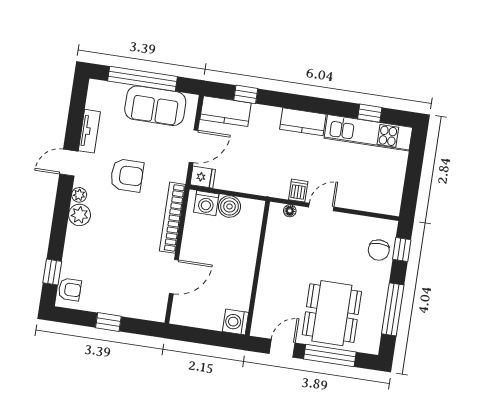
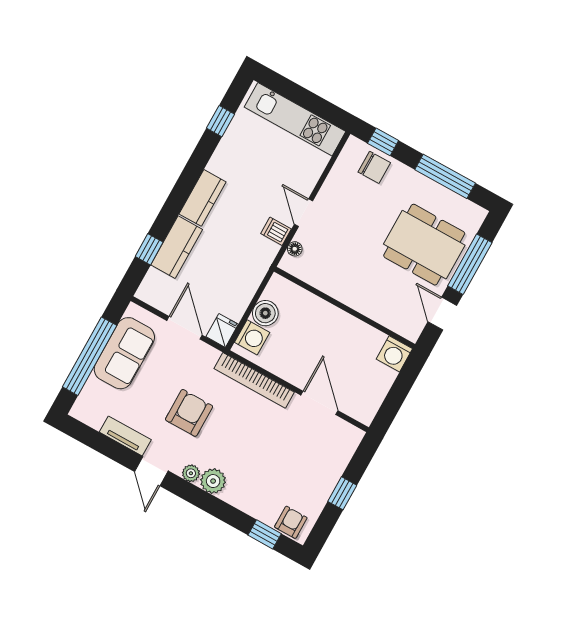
kitchen counter: (226, 111) -> (177, 247), moved
kitchen unit: (368, 133) -> (295, 119), moved, turned 90

